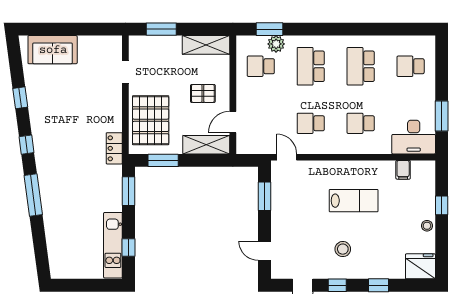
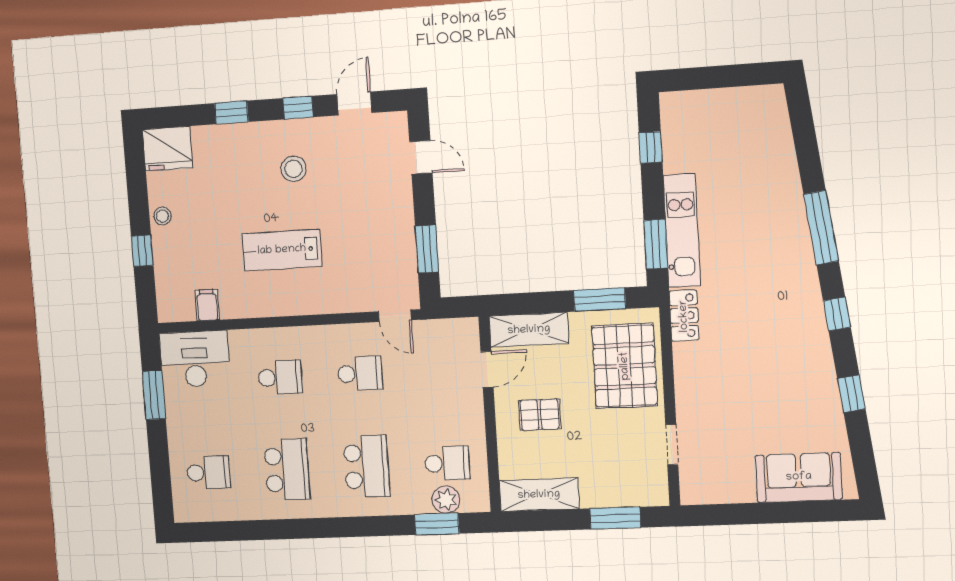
plant: (276, 44) -> (446, 500), moved
kitchen unit: (113, 245) -> (682, 231), moved

